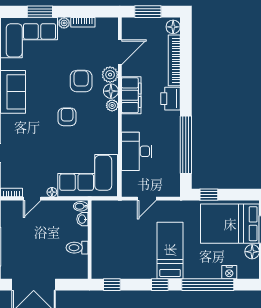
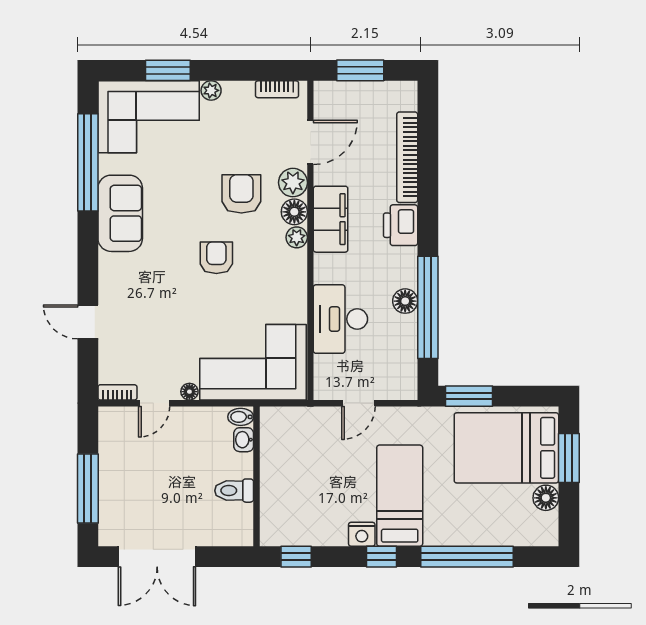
bookcase: (83, 22) -> (277, 89), moved
floor lamp: (173, 27) -> (405, 301), moved
window: (209, 195) -> (469, 396), width x1.50
nightstand: (229, 272) -> (362, 534), moved

